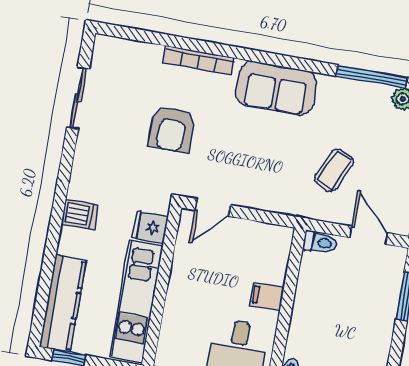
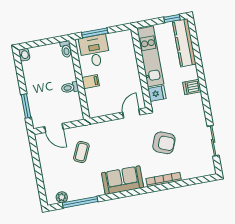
armchair: (172, 129) -> (164, 143), turned 112
toilet: (320, 242) -> (70, 88), moved

